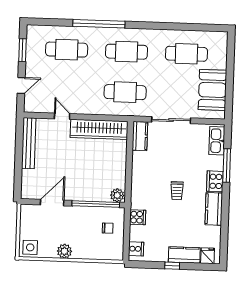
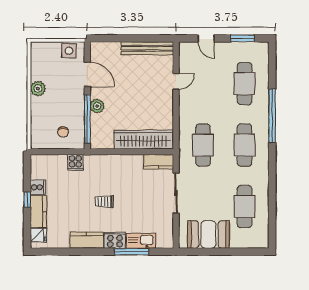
wardrobe: (99, 129) -> (143, 140), moved, turned 90
kitchen sink: (217, 141) -> (141, 241), moved
plant: (117, 195) -> (97, 106), moved
side table: (30, 247) -> (69, 51), moved
cooker: (136, 249) -> (38, 187), moved, turned -90

